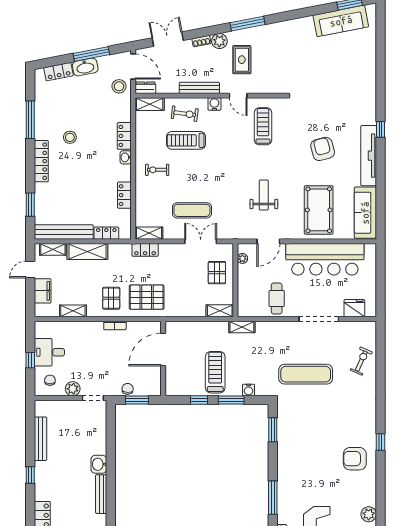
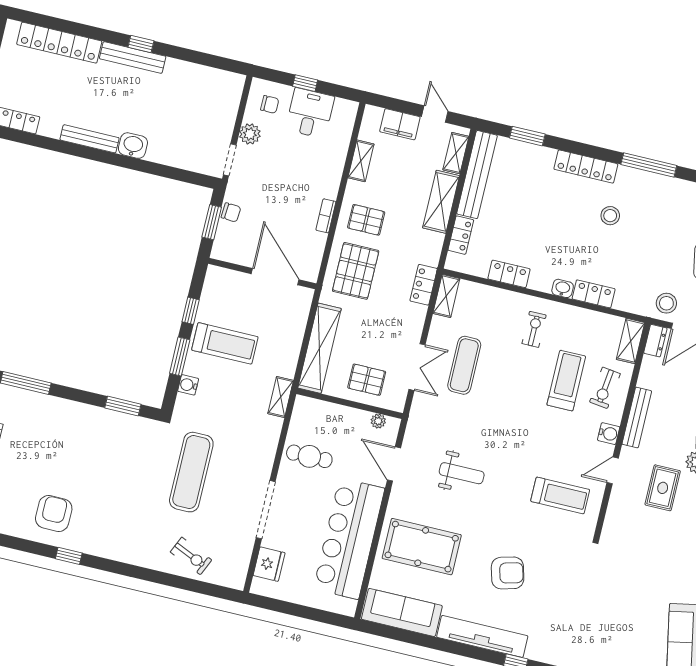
rug: (242, 60) -> (663, 488), turned 90
shelving: (220, 311) -> (320, 348), width x2.20, depth x1.33
bench: (41, 439) -> (133, 57), moved

